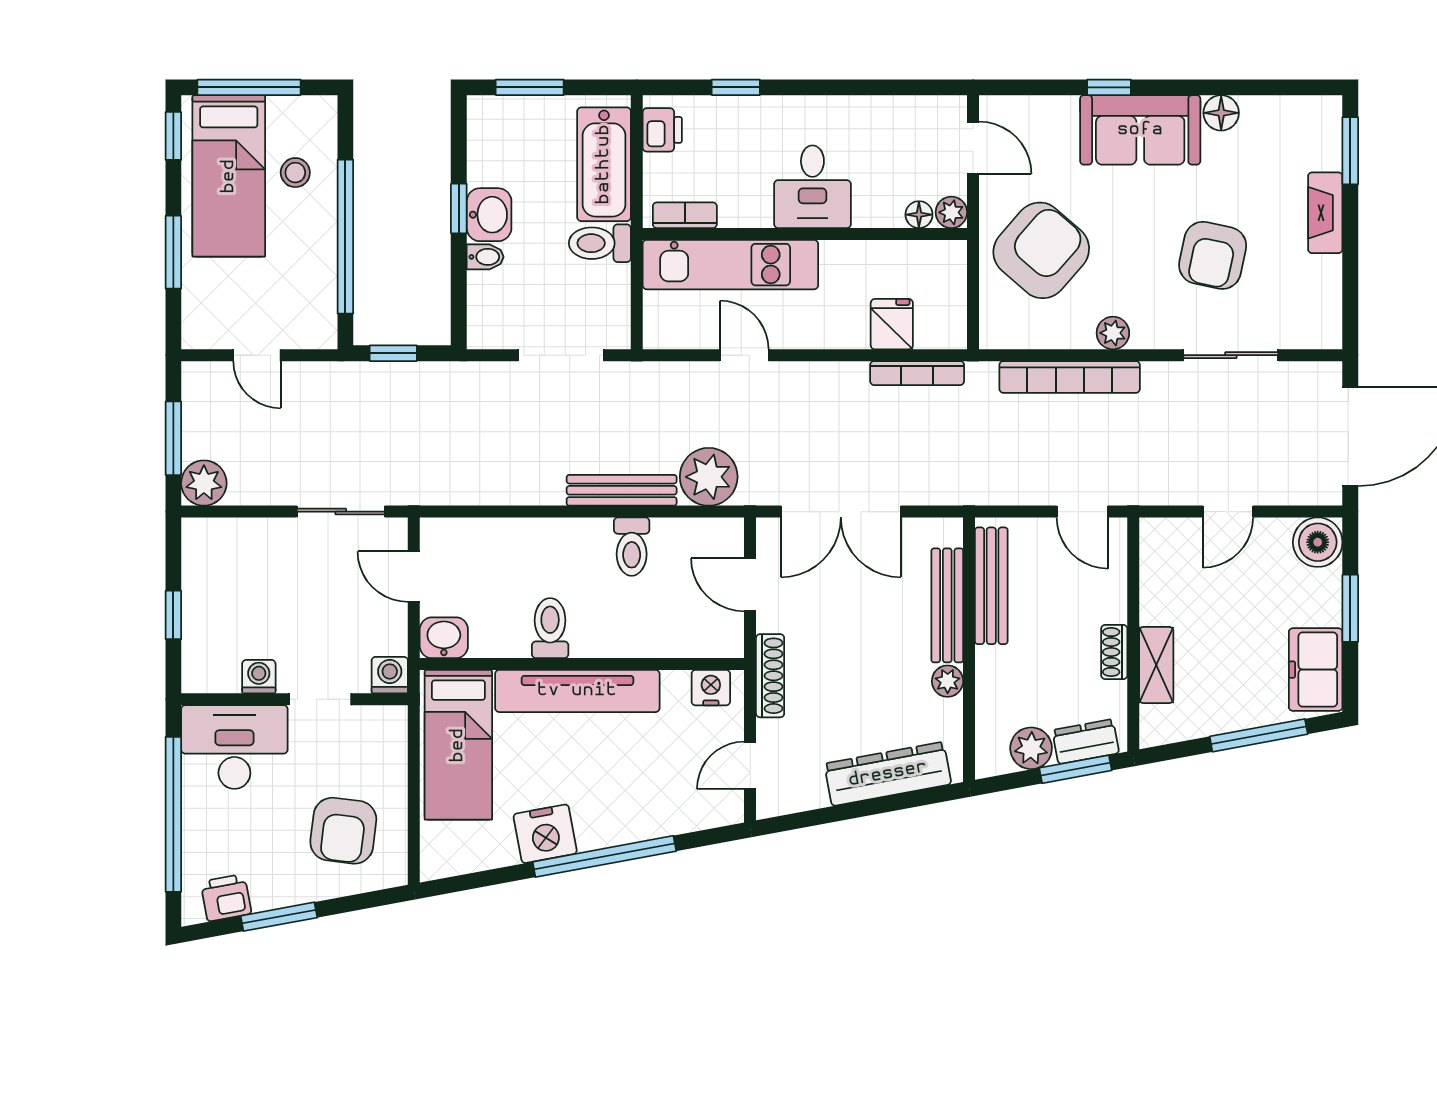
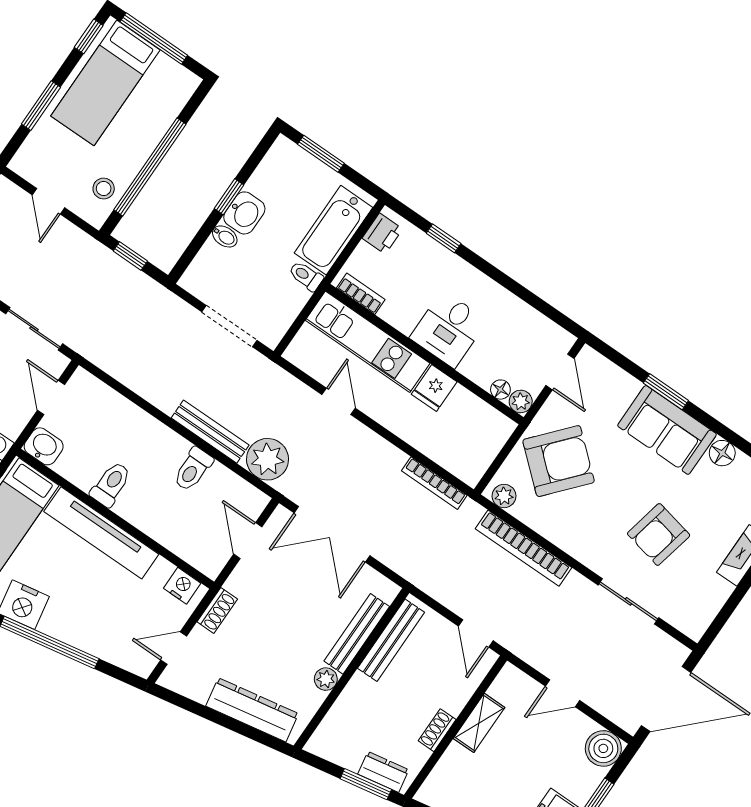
window: (1109, 87) -> (666, 392), width x1.50
stool: (295, 173) -> (104, 189), moved
toilet: (600, 243) -> (306, 276), width x0.73, depth x0.72
fridge: (892, 324) -> (434, 388), moved, turned 180
plant: (1113, 333) -> (504, 496), moved
shelving: (1156, 665) -> (479, 723), moved
shoe rack: (770, 676) -> (217, 610), width x0.70
plant: (1031, 748) -> (348, 753), removed

